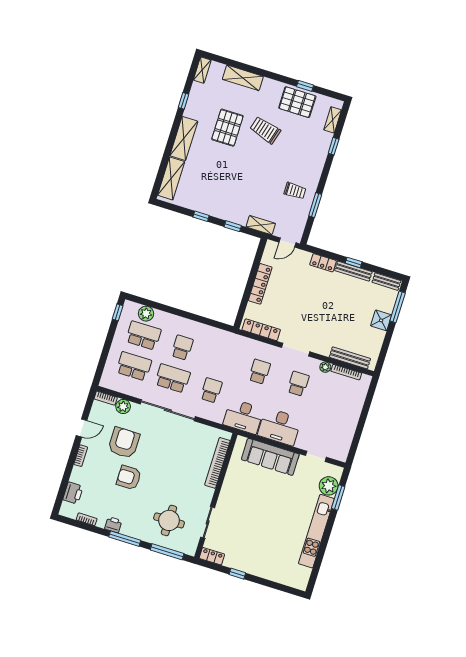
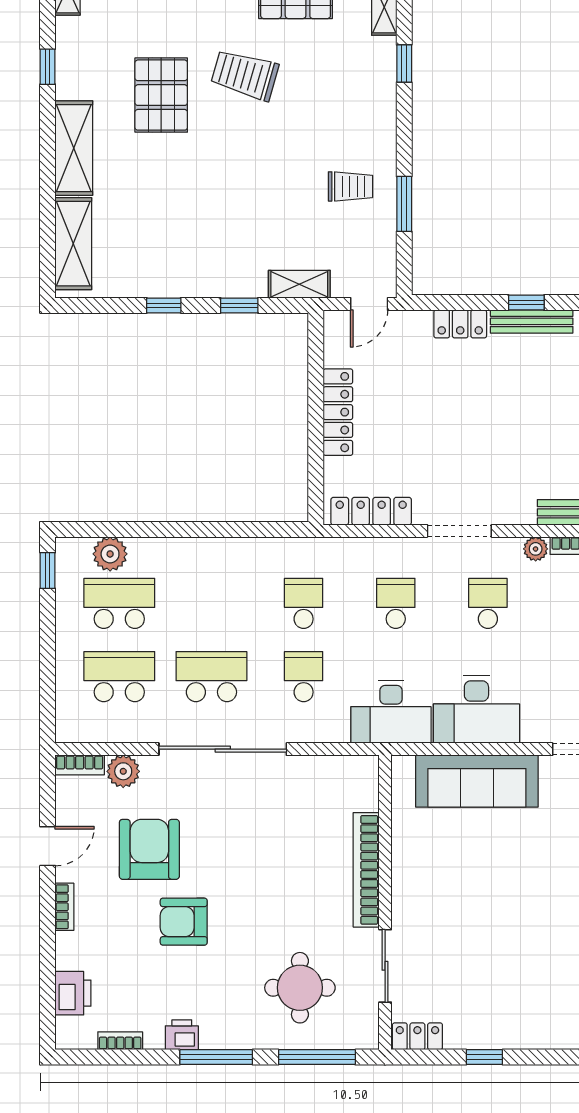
school desk: (182, 348) -> (304, 603), moved
bookcase: (217, 463) -> (366, 870), moved

